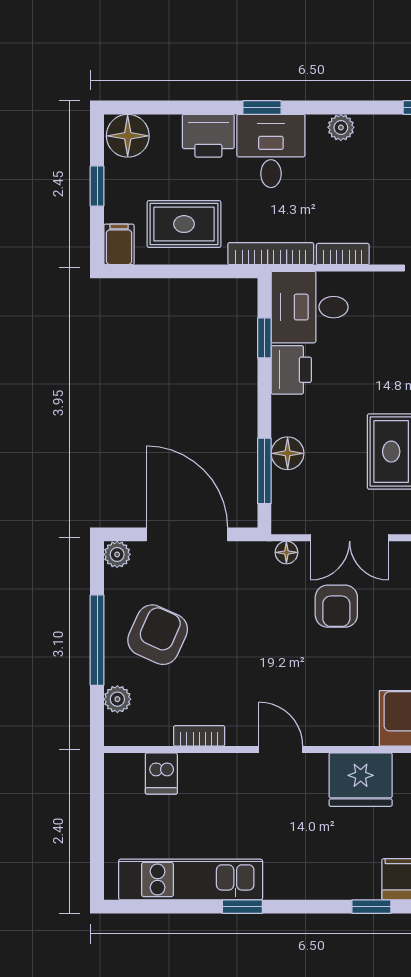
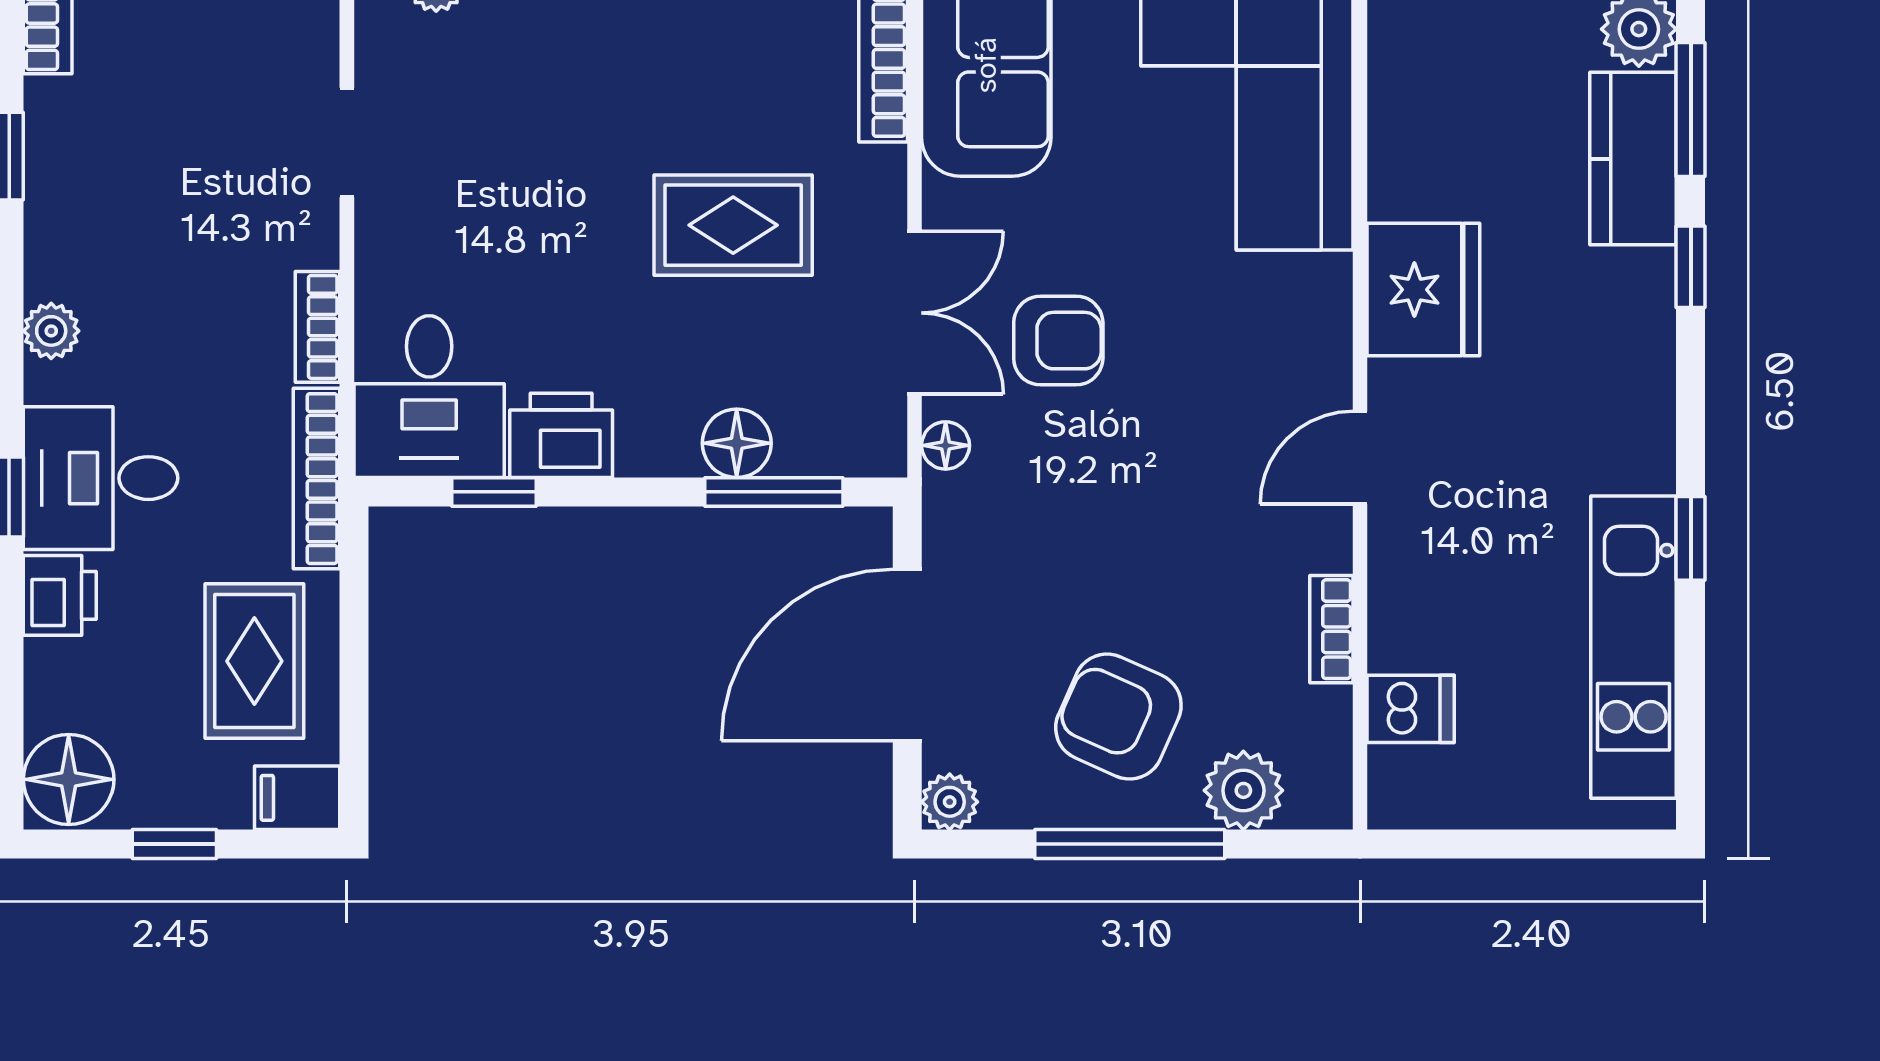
printer: (208, 136) -> (60, 595), width x0.73, depth x0.81
plant: (117, 699) -> (1243, 790), width x1.38, depth x1.38

